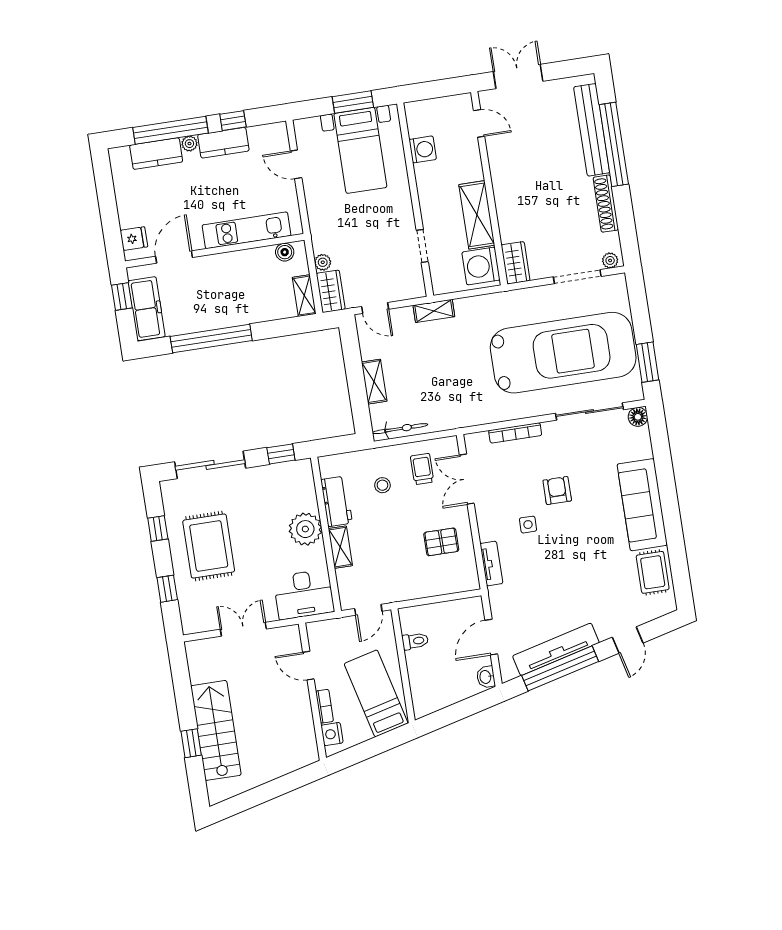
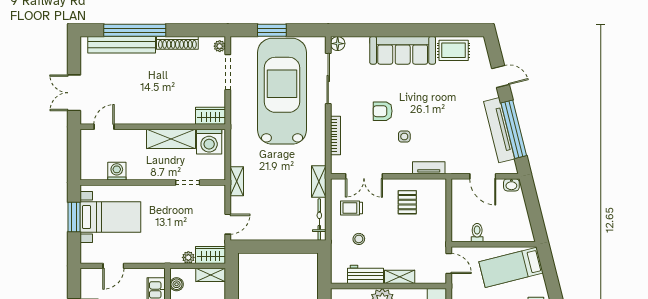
window: (648, 362) -> (272, 30), moved
shelving: (374, 382) -> (319, 182), moved, turned 90

